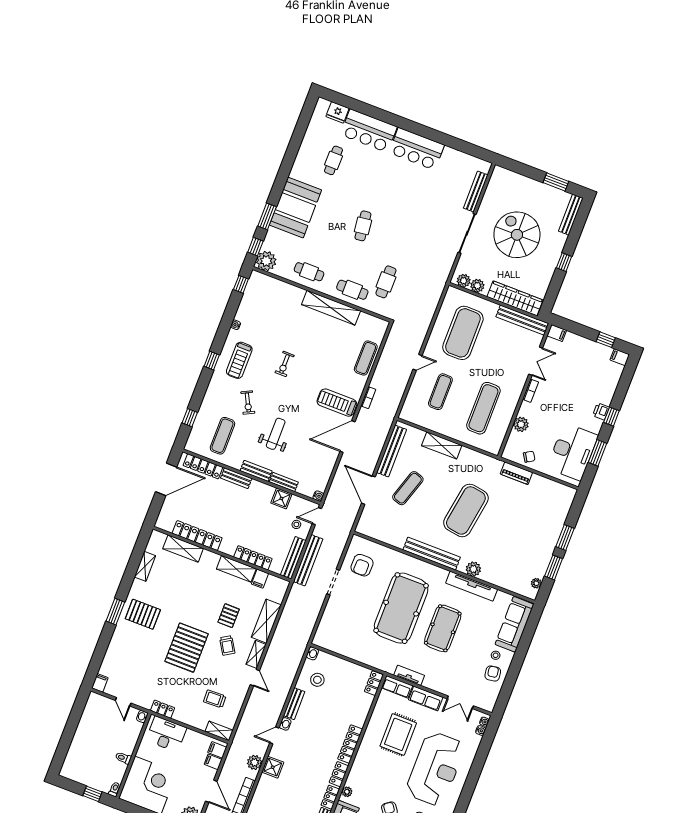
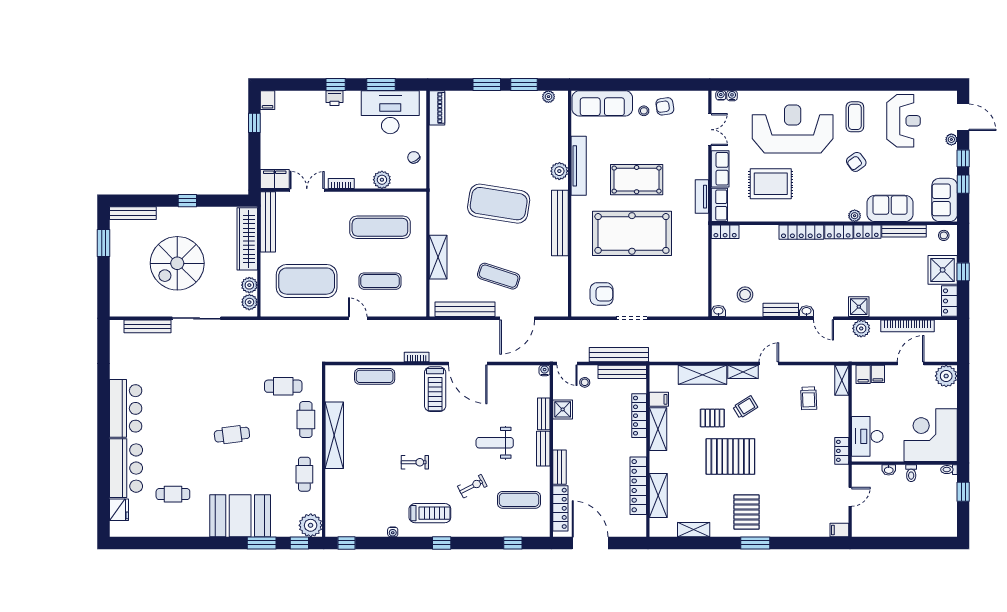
filing cabinet: (557, 333) -> (275, 179), width x2.00
piano: (516, 473) -> (437, 108), moved
pallet: (187, 648) -> (730, 456), moved
washbasin: (142, 717) -> (889, 470), moved

